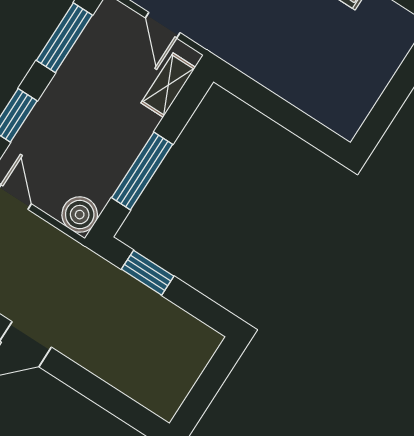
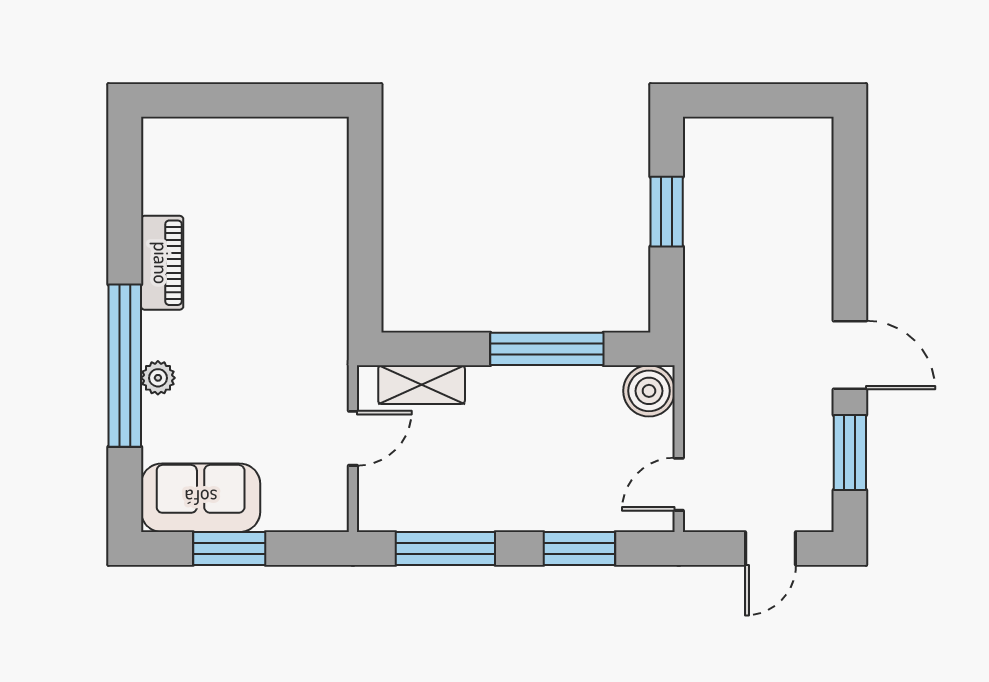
window: (148, 273) -> (667, 212), moved

